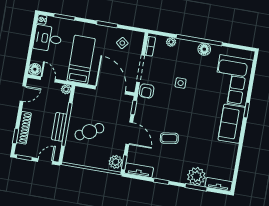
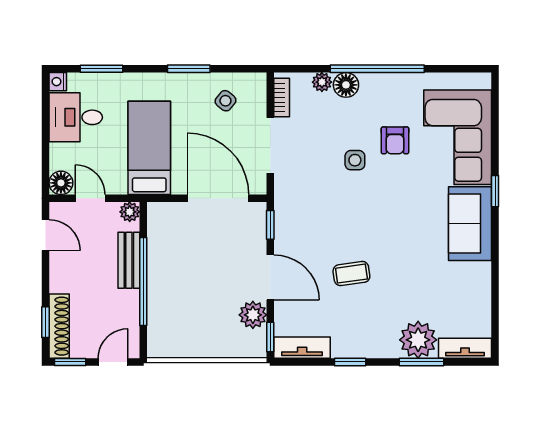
floor lamp: (204, 49) -> (346, 85), moved
armchair: (147, 91) -> (395, 140), moved
door: (23, 94) -> (46, 235), hinge flipped
bench: (59, 127) -> (129, 260), moved
shoe rack: (24, 128) -> (59, 326), moved
cafe table: (89, 132) -> (191, 288), removed
plant: (116, 162) -> (253, 315), moved

